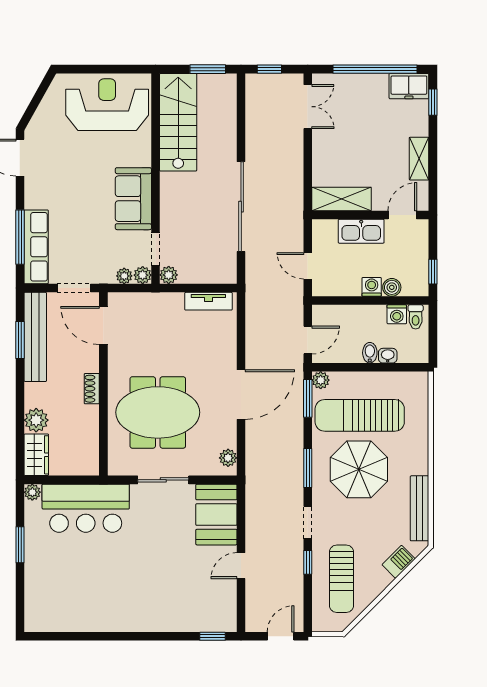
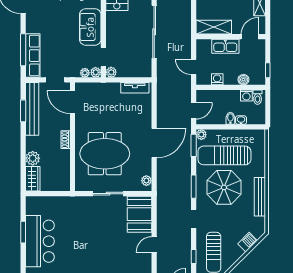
washing machine: (372, 287) -> (217, 79), moved
plant: (32, 492) -> (30, 201), removed
bar counter: (86, 508) -> (40, 241), moved, turned -90
bench: (420, 508) -> (260, 197), moved
window: (308, 562) -> (194, 256), moved

